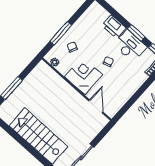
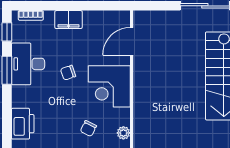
printer: (114, 27) -> (23, 124), moved
filing cabinet: (134, 85) -> (69, 20), added

